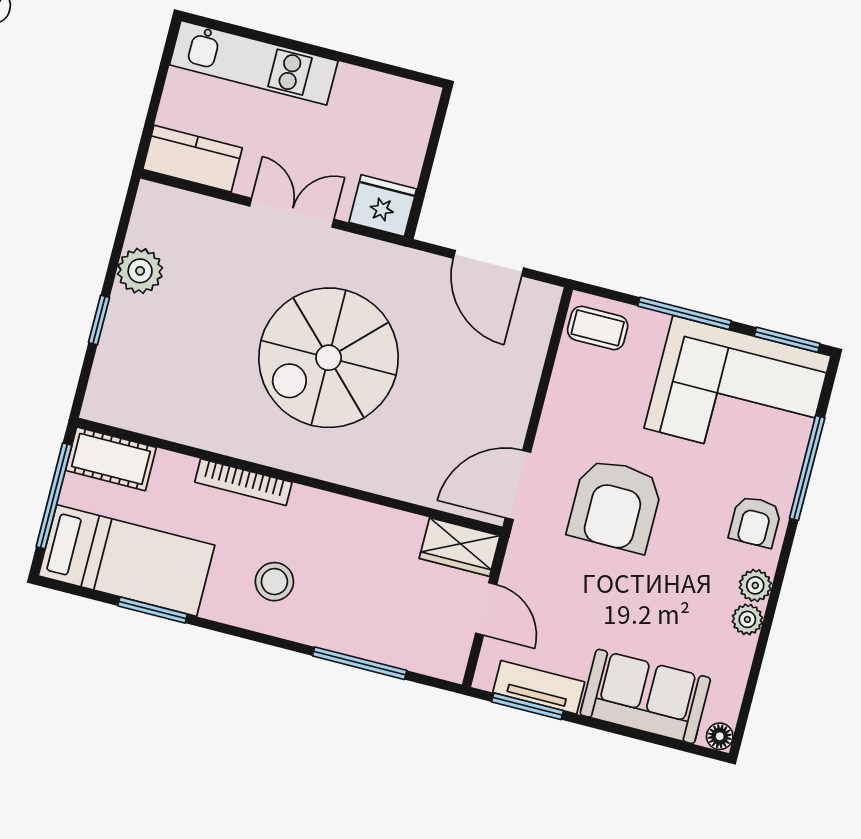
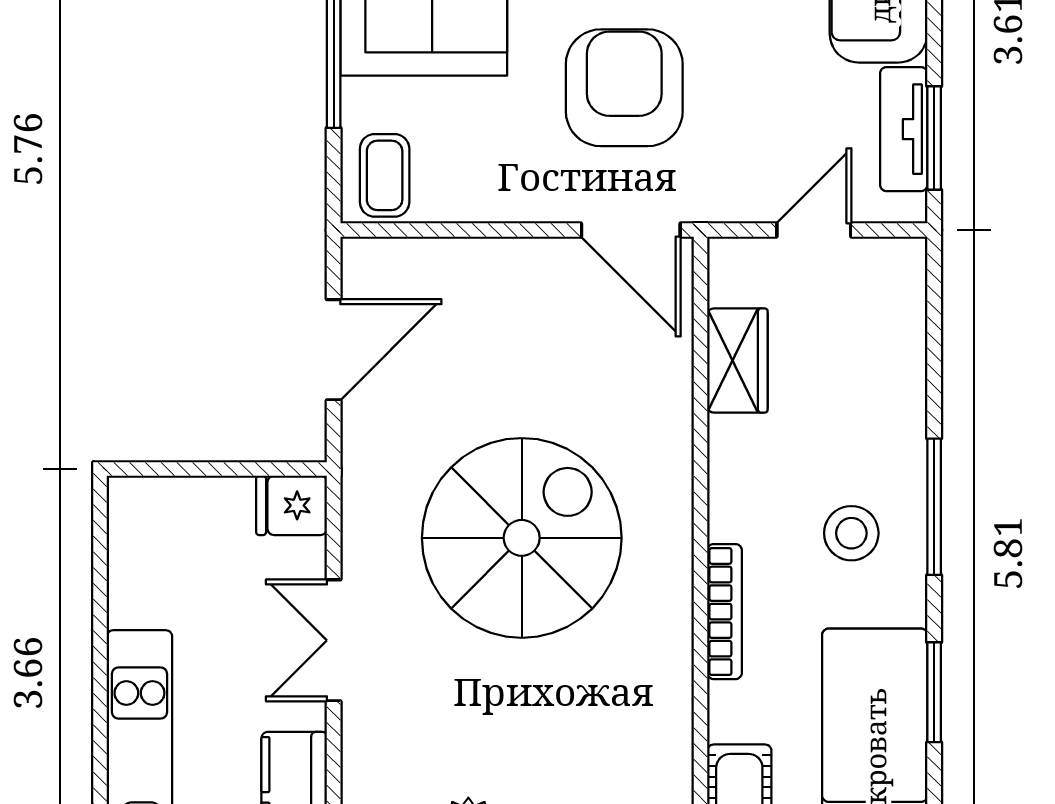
fridge: (383, 206) -> (292, 505), width x0.72
spiral stairs: (329, 358) -> (522, 538), turned -90
armchair: (615, 505) -> (624, 88), turned -90
wardrobe: (460, 547) -> (737, 361), moved
window: (360, 663) -> (934, 507), moved

